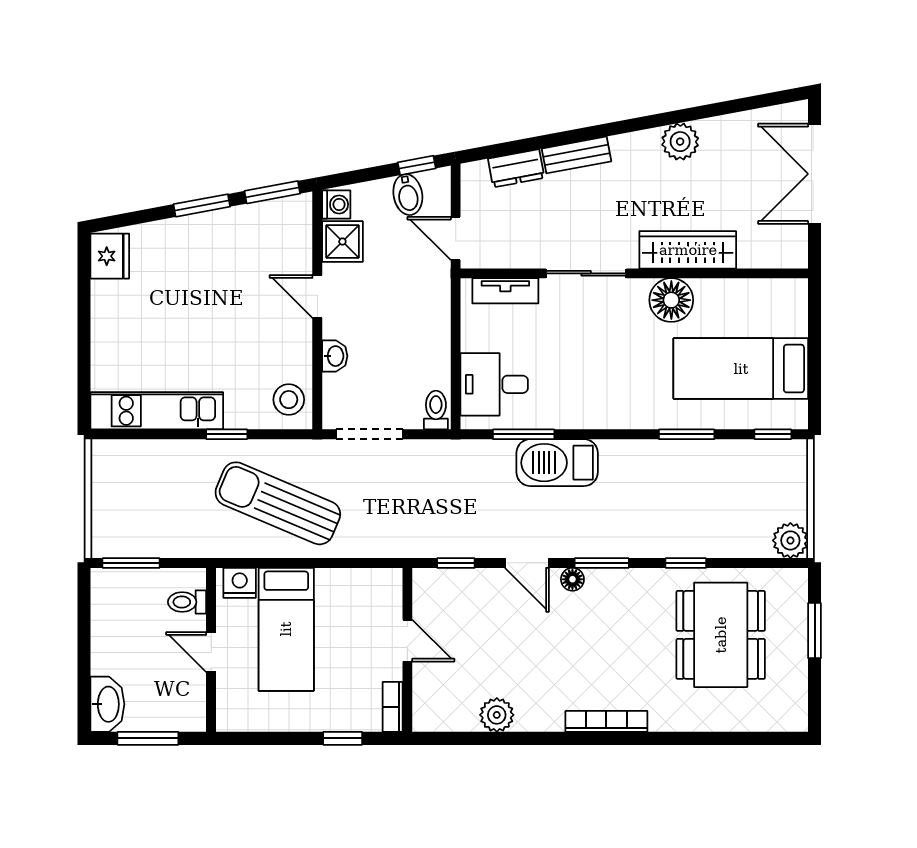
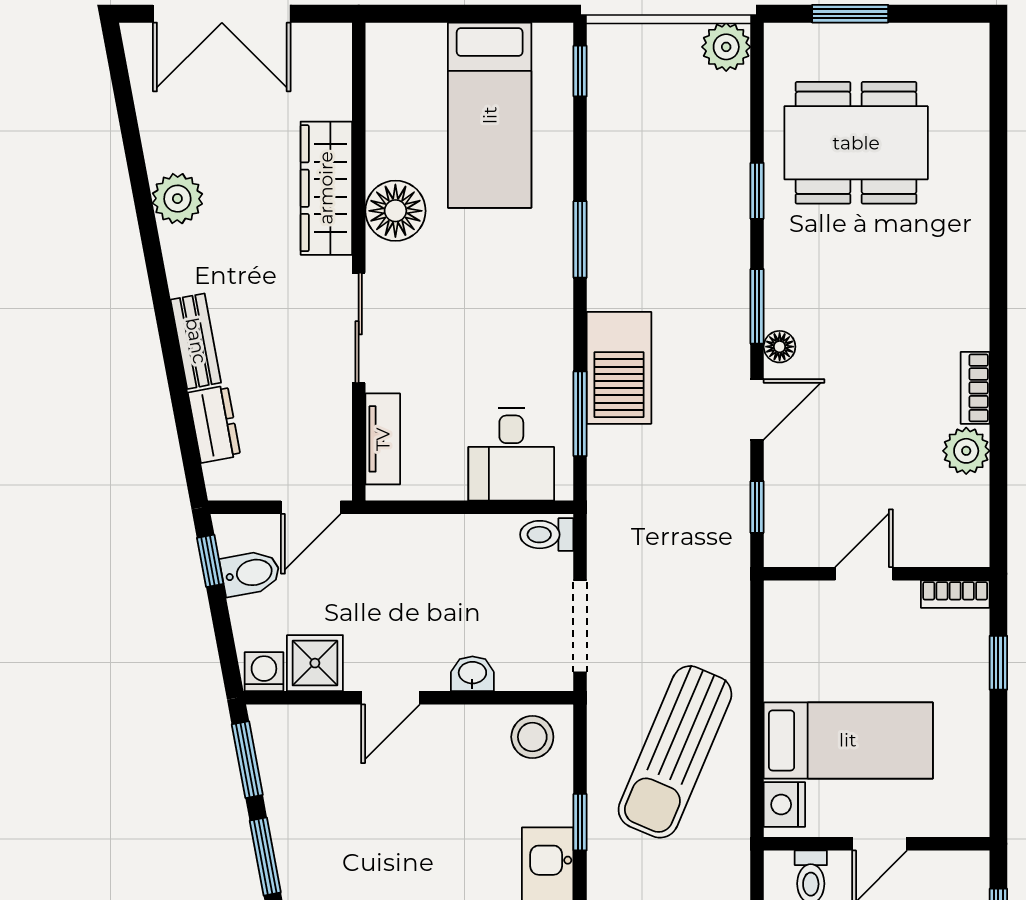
window: (687, 434) -> (580, 239), moved
bookcase: (606, 721) -> (975, 388), moved, width x0.64

